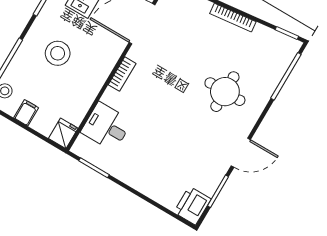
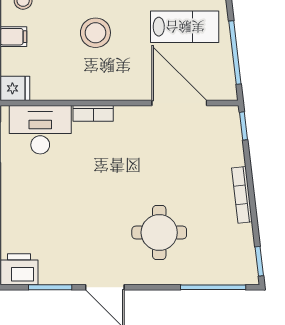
bookcase: (122, 74) -> (93, 113), moved
desk: (106, 127) -> (40, 130), width x1.37

